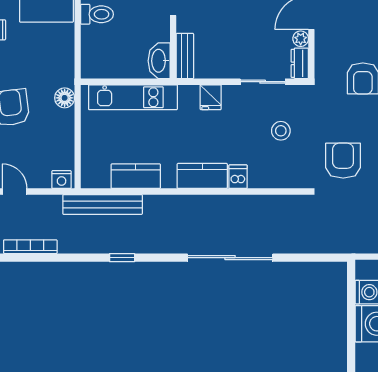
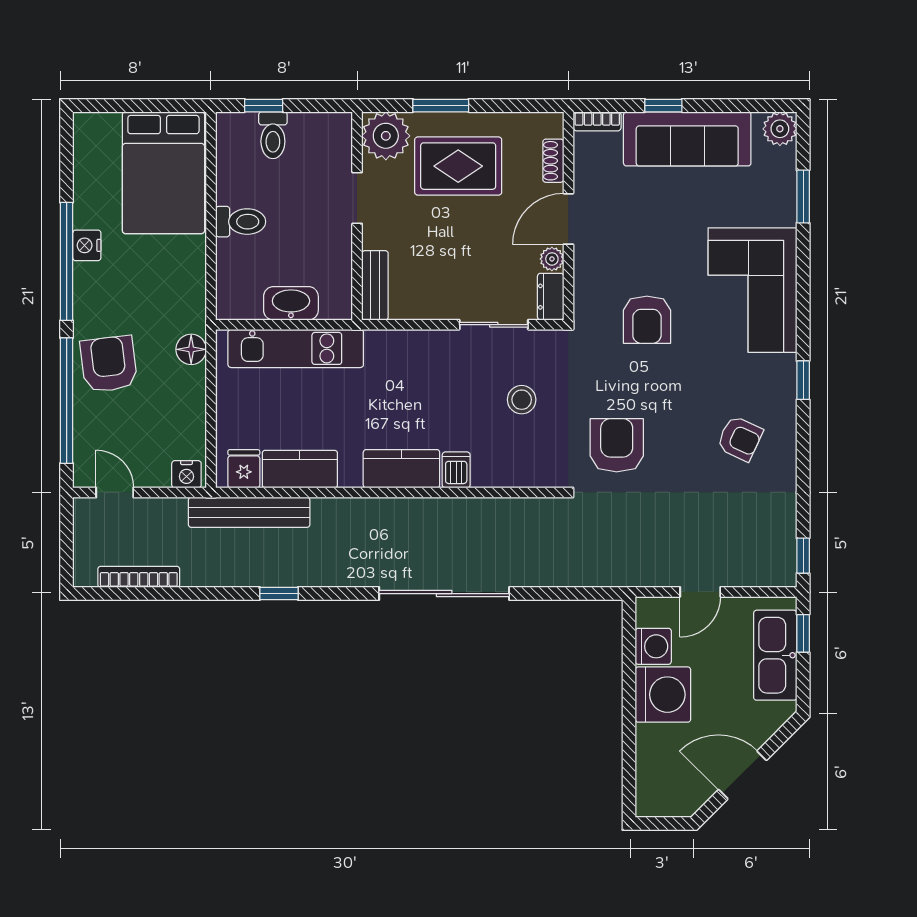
washbasin: (159, 61) -> (291, 303), moved, turned 90
fridge: (211, 97) -> (244, 469), moved, turned 180

